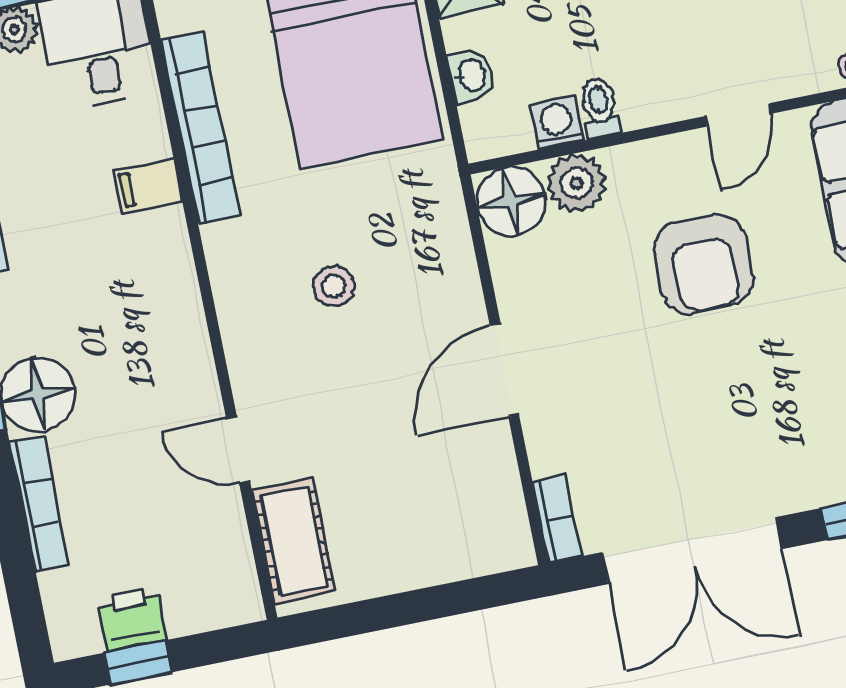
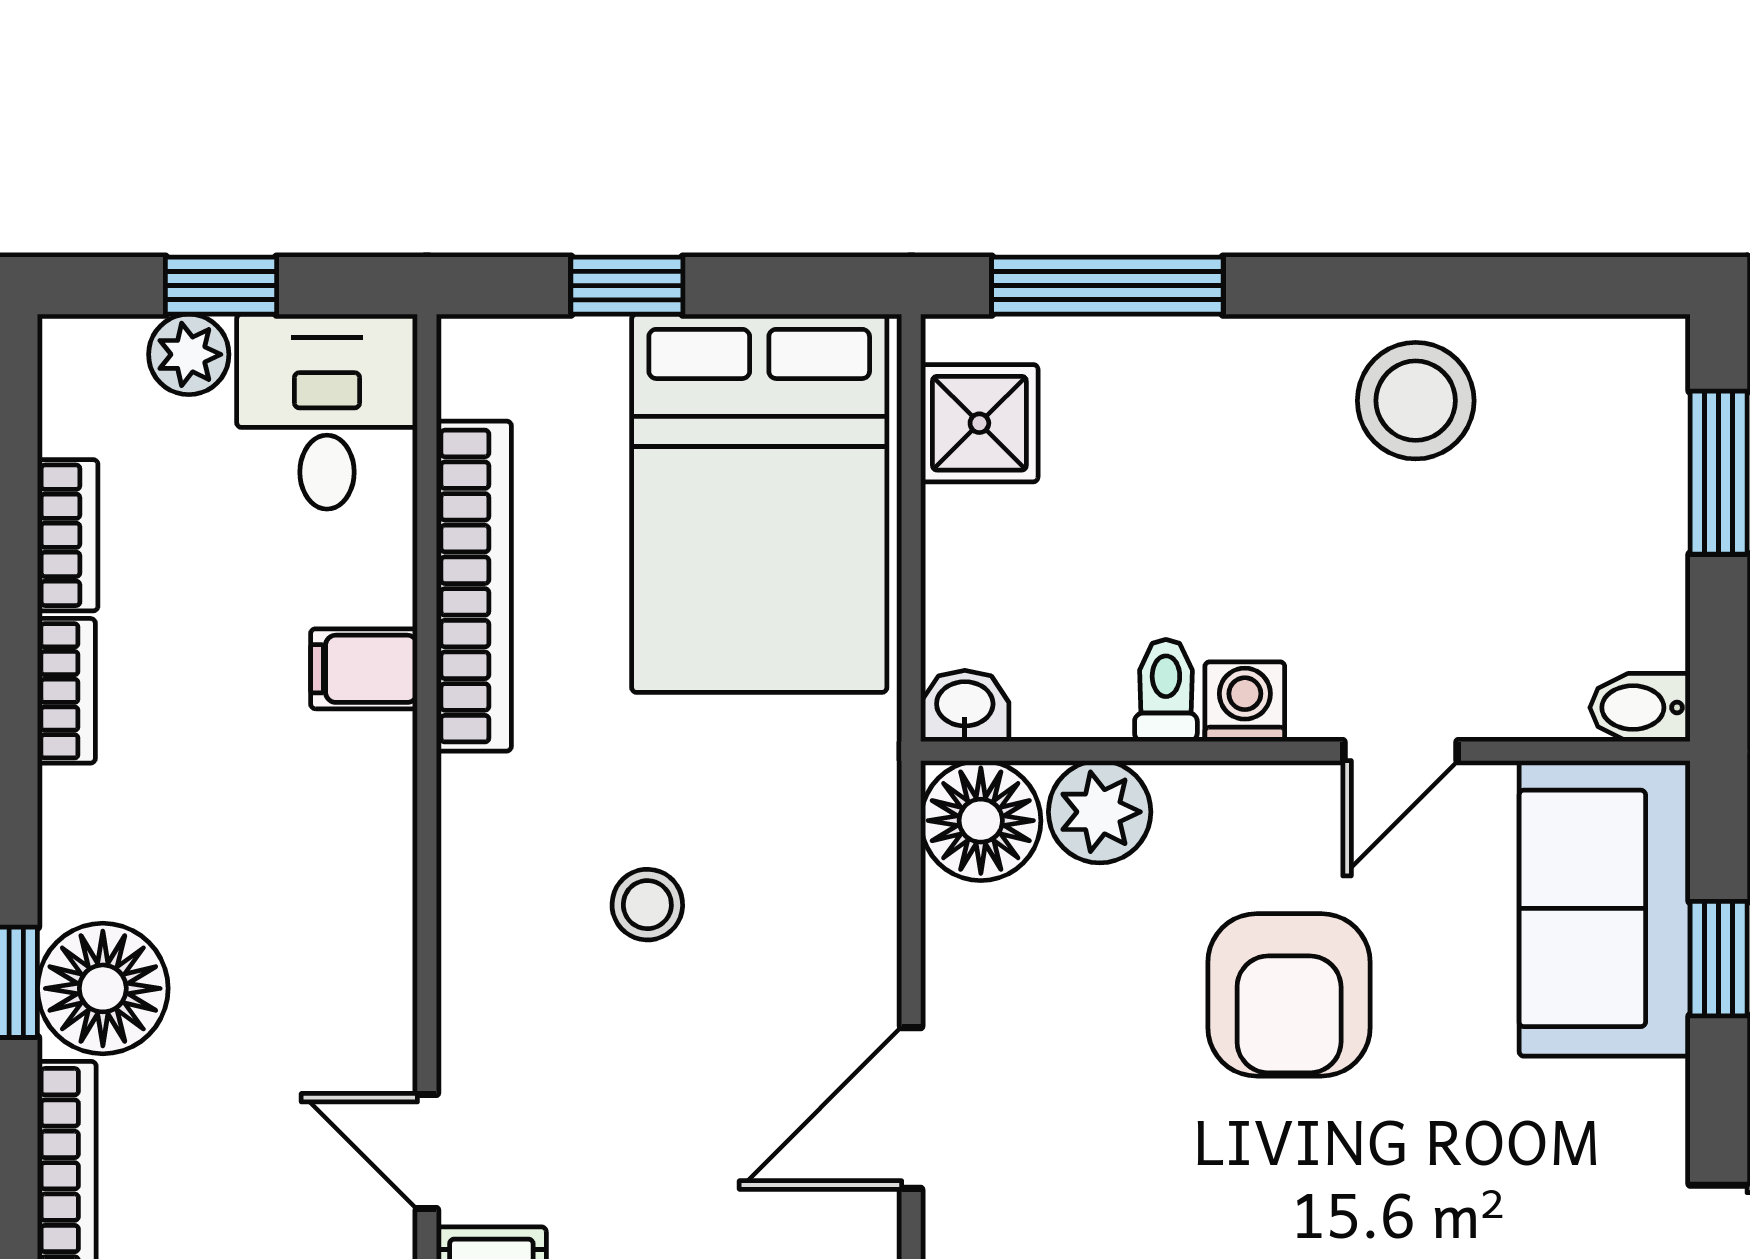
washbasin: (471, 75) -> (965, 706), moved, turned -90
washing machine: (557, 123) -> (1245, 702), moved

